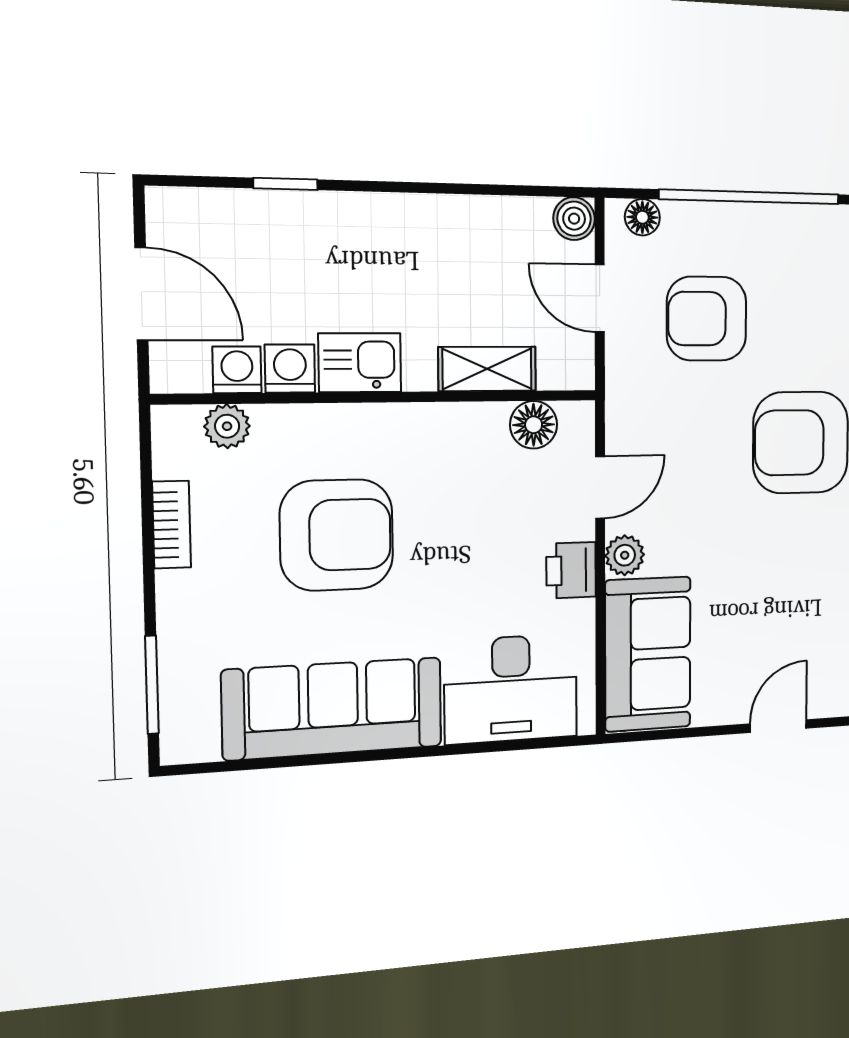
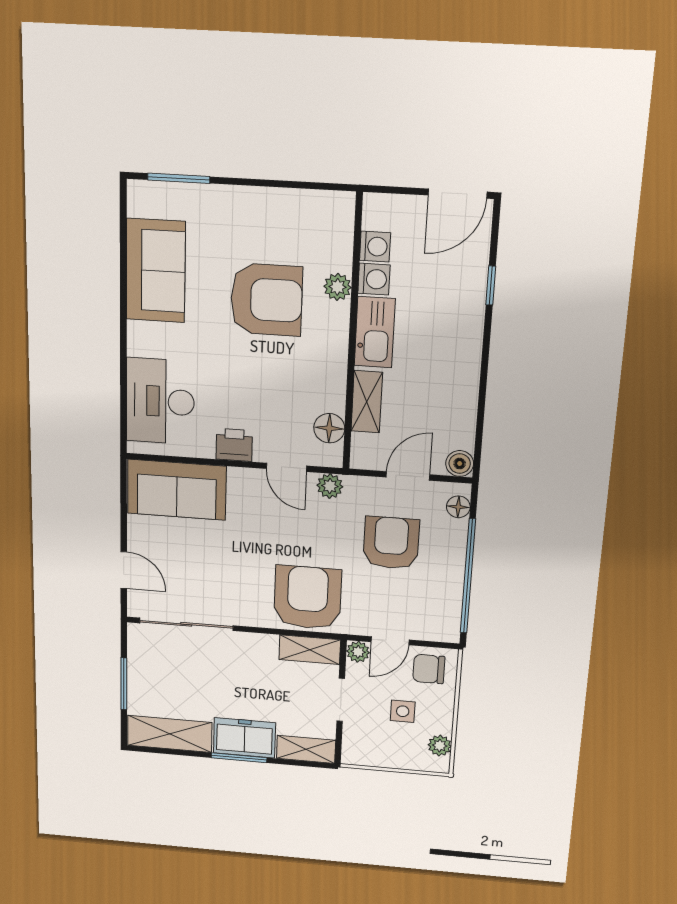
door: (141, 294) -> (458, 194), moved
kitchen sink: (360, 363) -> (375, 332), width x1.38
plant: (227, 426) -> (338, 287), moved
bookcase: (172, 525) -> (280, 199), removed
armchair: (337, 535) -> (266, 300), turned -90
plant: (625, 555) -> (330, 486), moved
sofa: (333, 708) -> (156, 271), width x0.73

